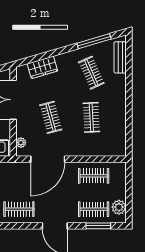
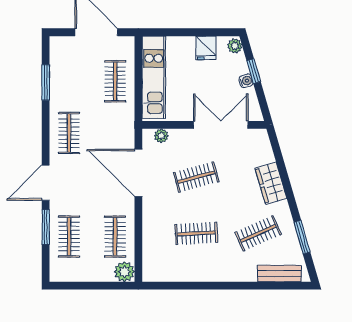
window: (94, 41) -> (302, 237), width x0.69
wardrobe: (42, 67) -> (271, 183), moved
plant: (119, 207) -> (124, 272), moved
window: (98, 226) -> (46, 227), moved

